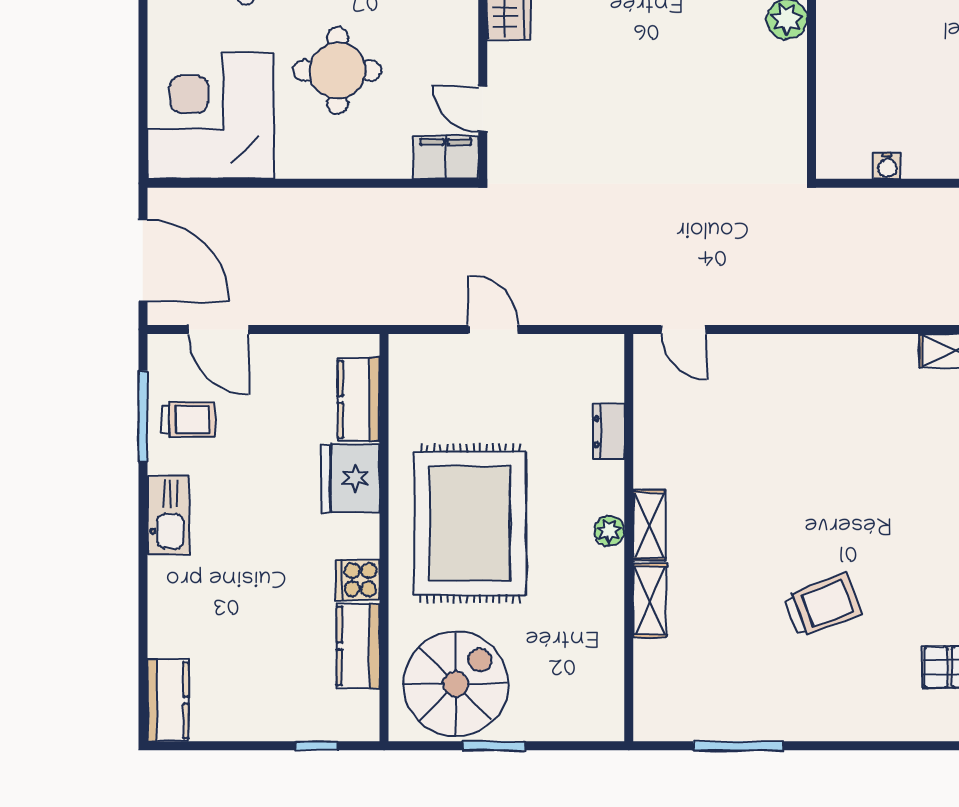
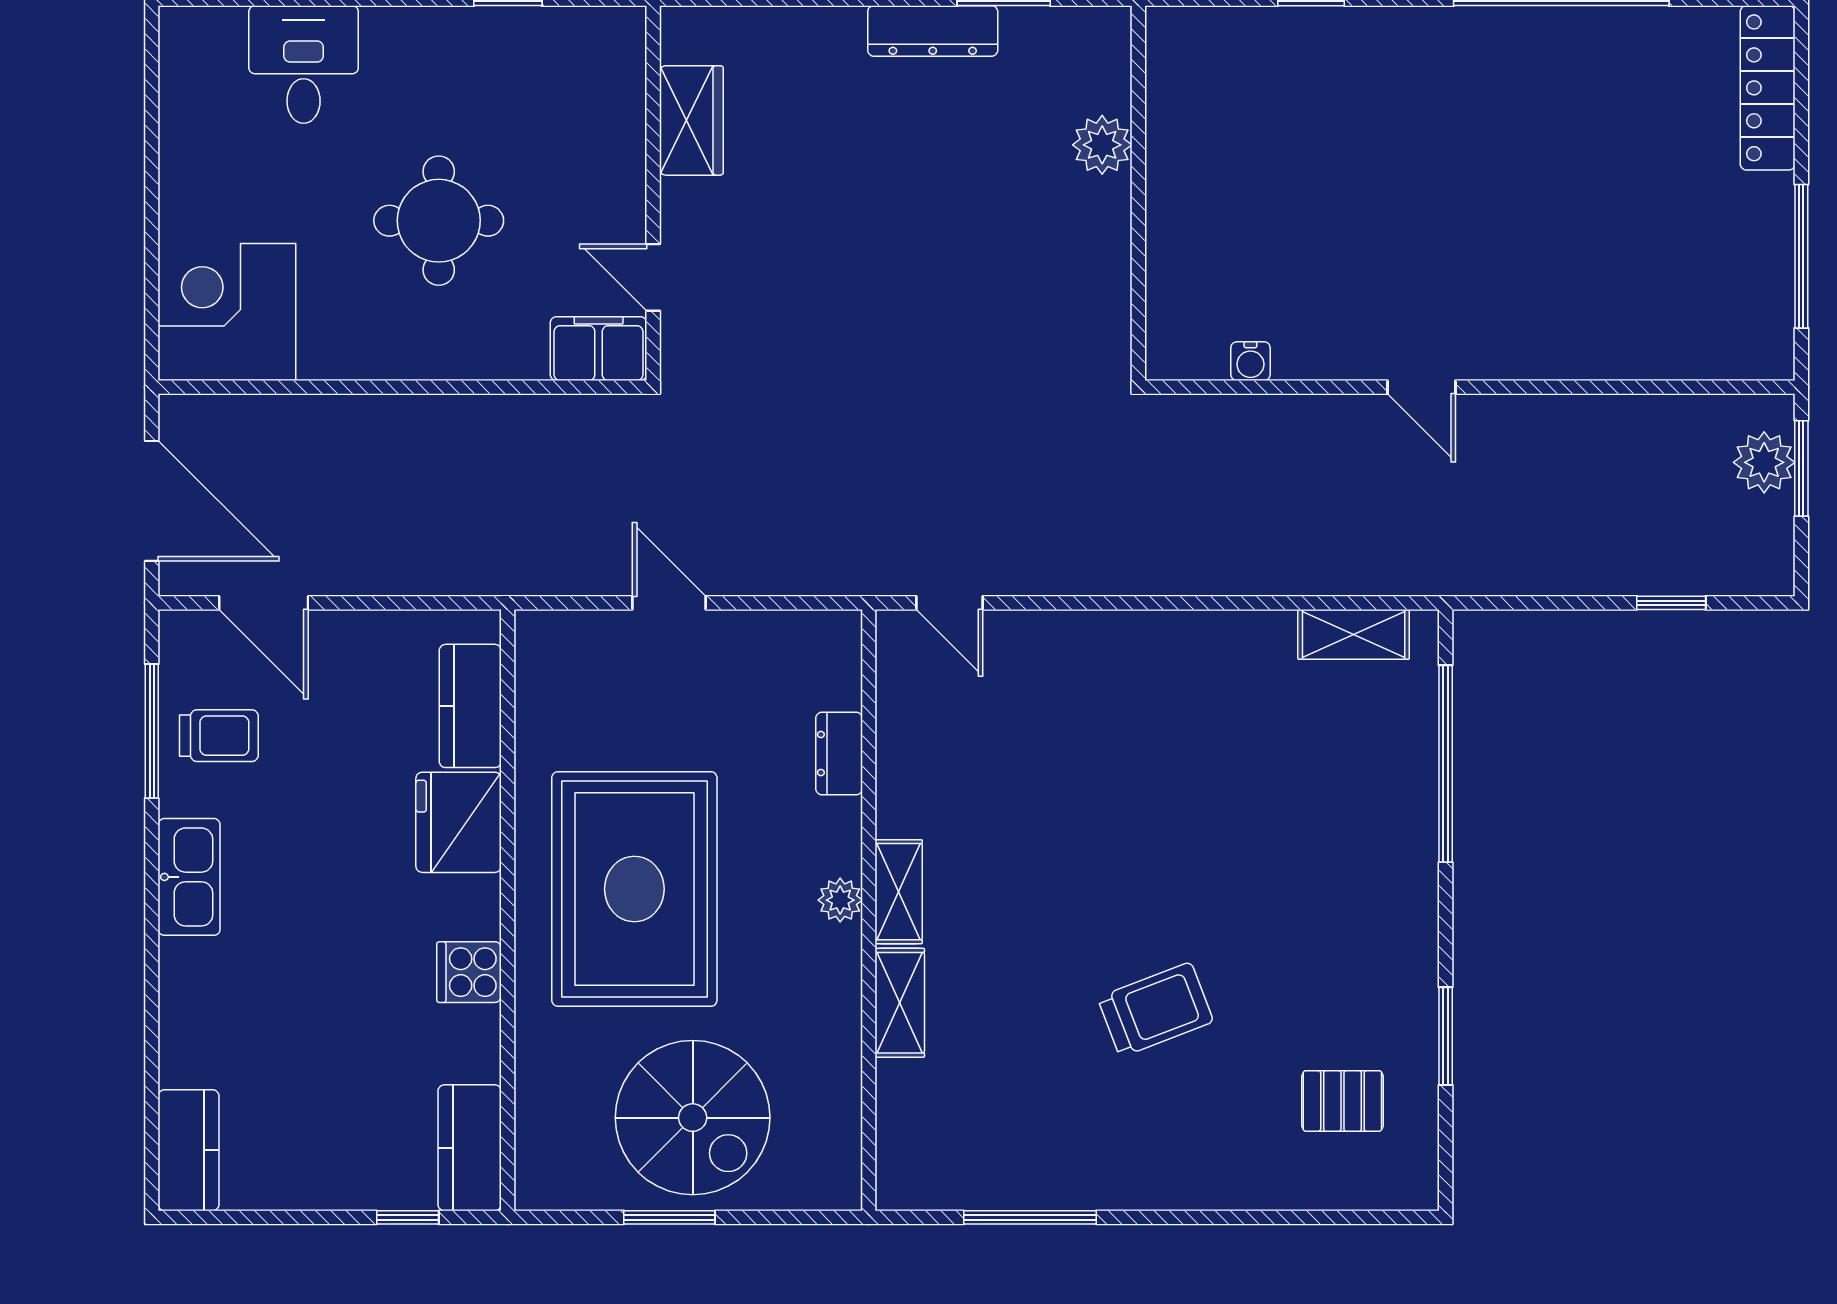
corner desk: (211, 116) -> (227, 312), width x0.74, depth x0.74
kitchen counter: (358, 646) -> (470, 1148), moved
spiral stairs: (456, 684) -> (693, 1118), moved, turned 90

